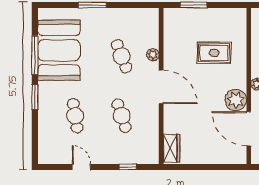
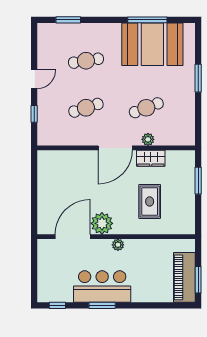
window: (35, 97) -> (68, 20), moved
wardrobe: (171, 148) -> (151, 158), moved
door: (81, 167) -> (34, 79), moved

